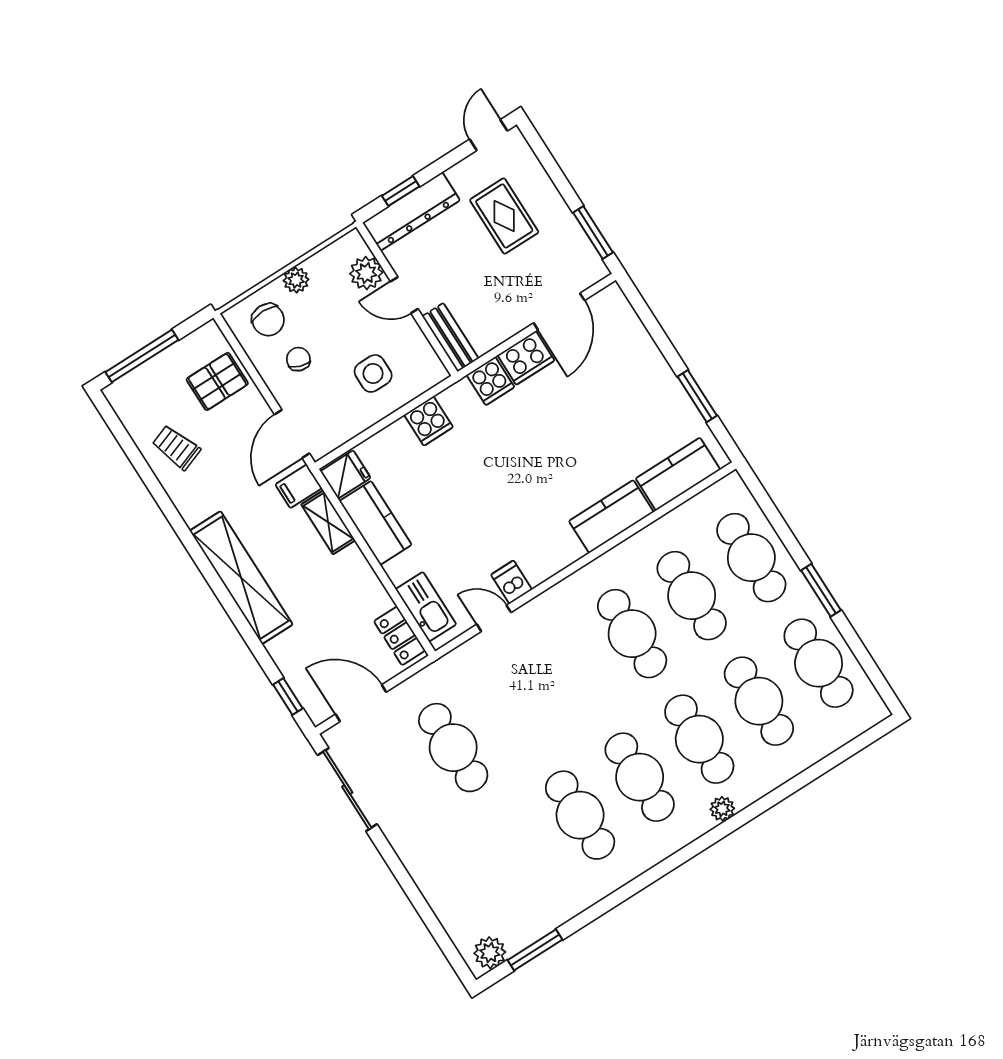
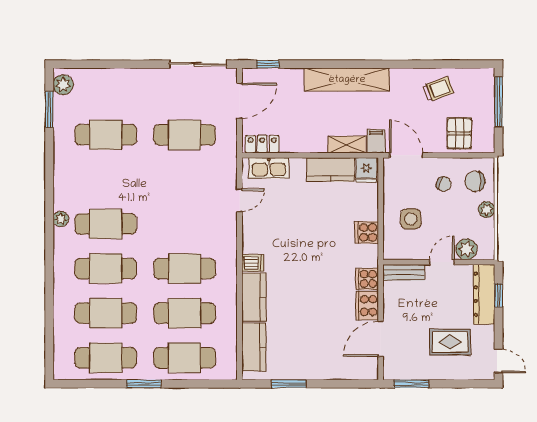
door: (559, 312) -> (381, 339), hinge flipped
dishwasher: (512, 582) -> (253, 263), moved
plant: (722, 809) -> (61, 219), moved
cafe table: (580, 815) -> (106, 135), moved

